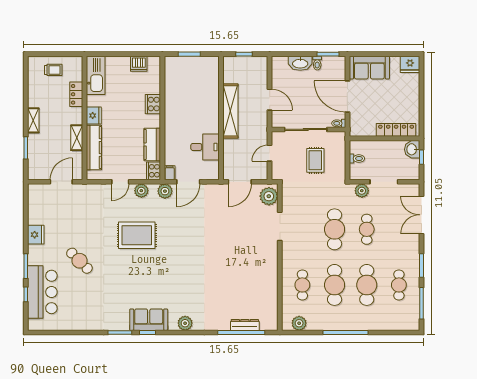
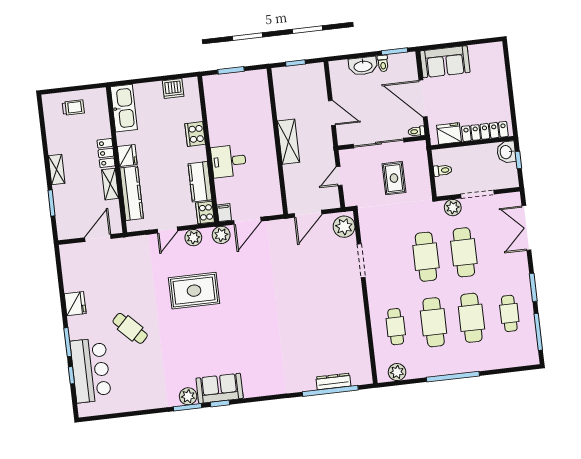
fridge: (410, 64) -> (449, 134), moved, turned 180
locker: (76, 94) -> (106, 153), moved
shelving: (230, 111) -> (288, 142), width x0.68
desk: (205, 147) -> (229, 161), moved, turned 180
cafe table: (367, 229) -> (464, 252), width x1.37, depth x1.35
plant: (185, 323) -> (188, 396), moved

